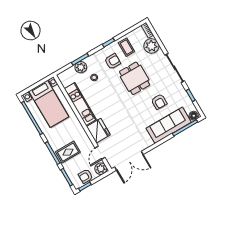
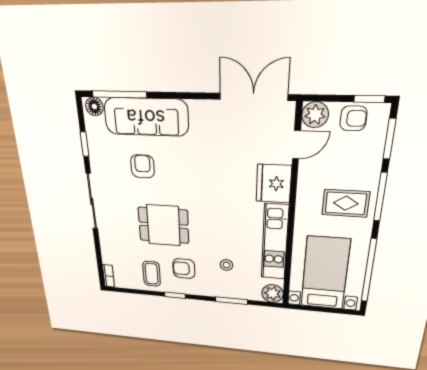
plant: (151, 46) -> (113, 253), removed
plant: (81, 67) -> (273, 294), moved
dining table: (135, 78) -> (163, 225), turned 90
rug: (68, 152) -> (346, 203), moved

